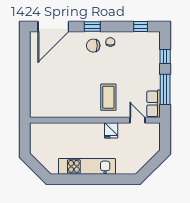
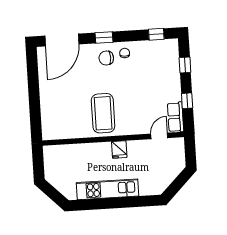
window: (165, 89) -> (187, 101), width x0.46
coffee table: (108, 97) -> (103, 113), moved, width x1.36, depth x1.32
door: (138, 120) -> (159, 136), hinge flipped
fridge: (111, 130) -> (119, 149), moved

